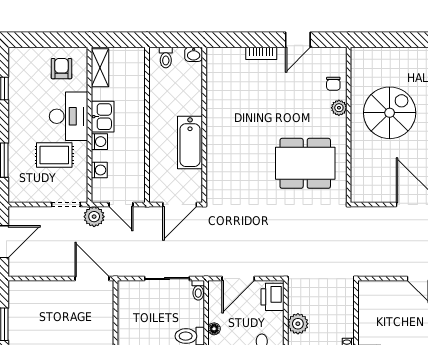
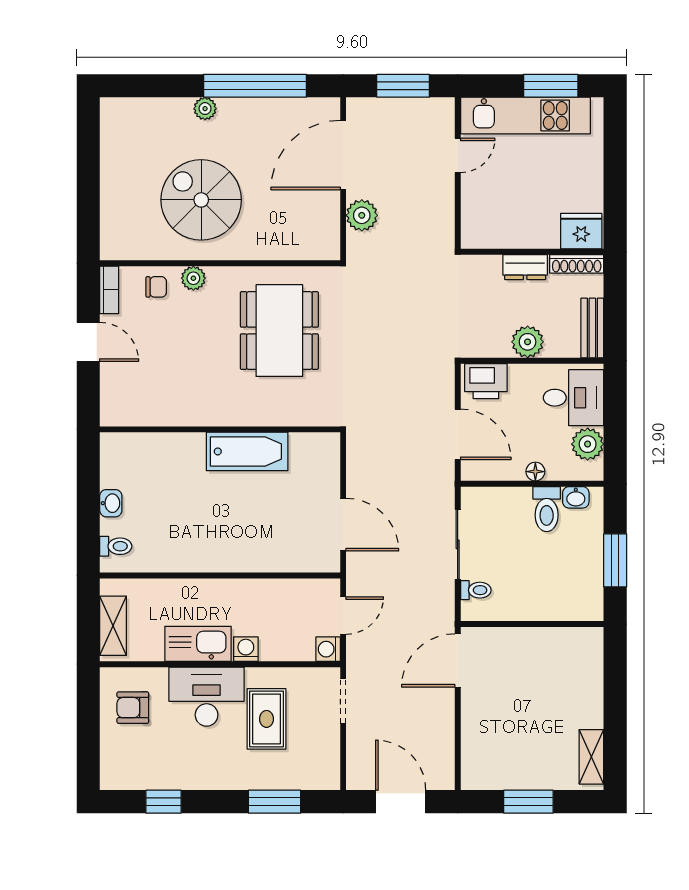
bookcase: (261, 53) -> (109, 290), moved
shelving: (100, 68) -> (113, 626), moved, turned 90
kitchen sink: (103, 117) -> (198, 644), width x1.38
wall: (204, 125) -> (220, 429), moved
bathtub: (190, 142) -> (247, 451), moved
washing machine: (99, 170) -> (328, 649), moved, turned -90
plant: (94, 217) -> (362, 215), moved
toilet: (198, 290) -> (476, 590), moved
dresser: (346, 322) -> (525, 267), added

